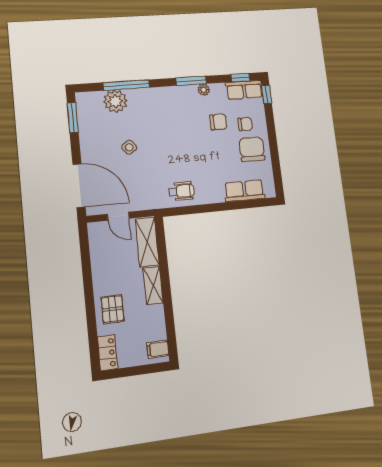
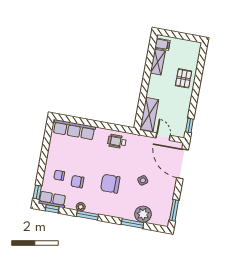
window: (126, 85) -> (132, 224), width x0.69
chair: (252, 149) -> (110, 184), moved, turned 90
row of seats: (244, 191) -> (74, 130), width x1.48
window: (84, 243) -> (189, 126), added
shelving: (153, 286) -> (158, 62), moved
locker: (108, 353) -> (194, 52), removed

